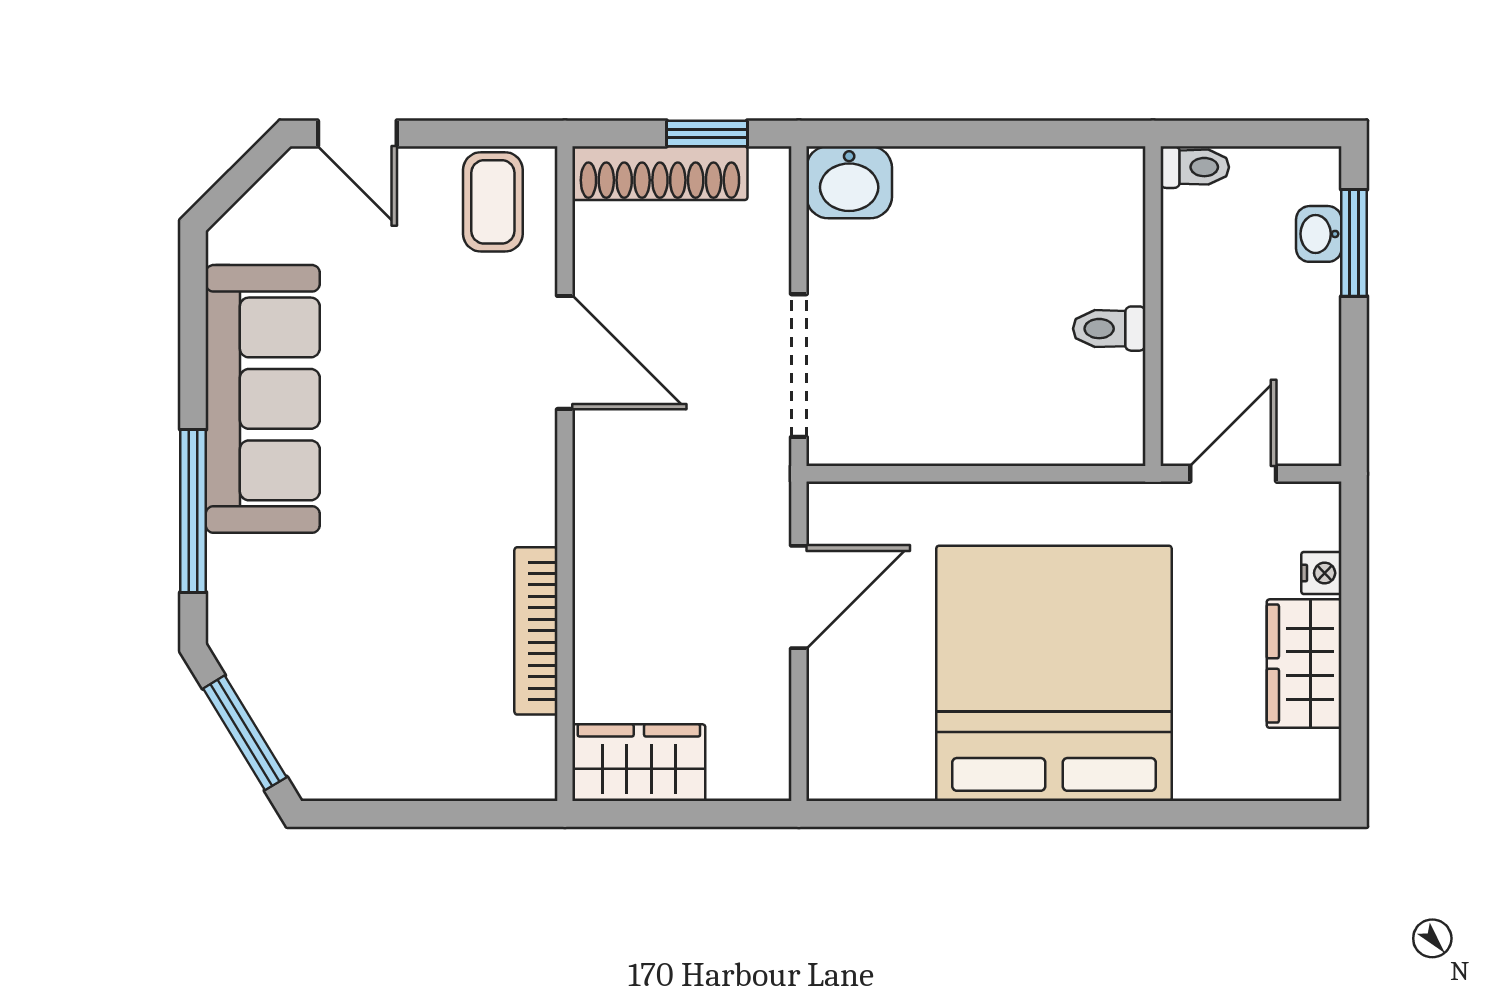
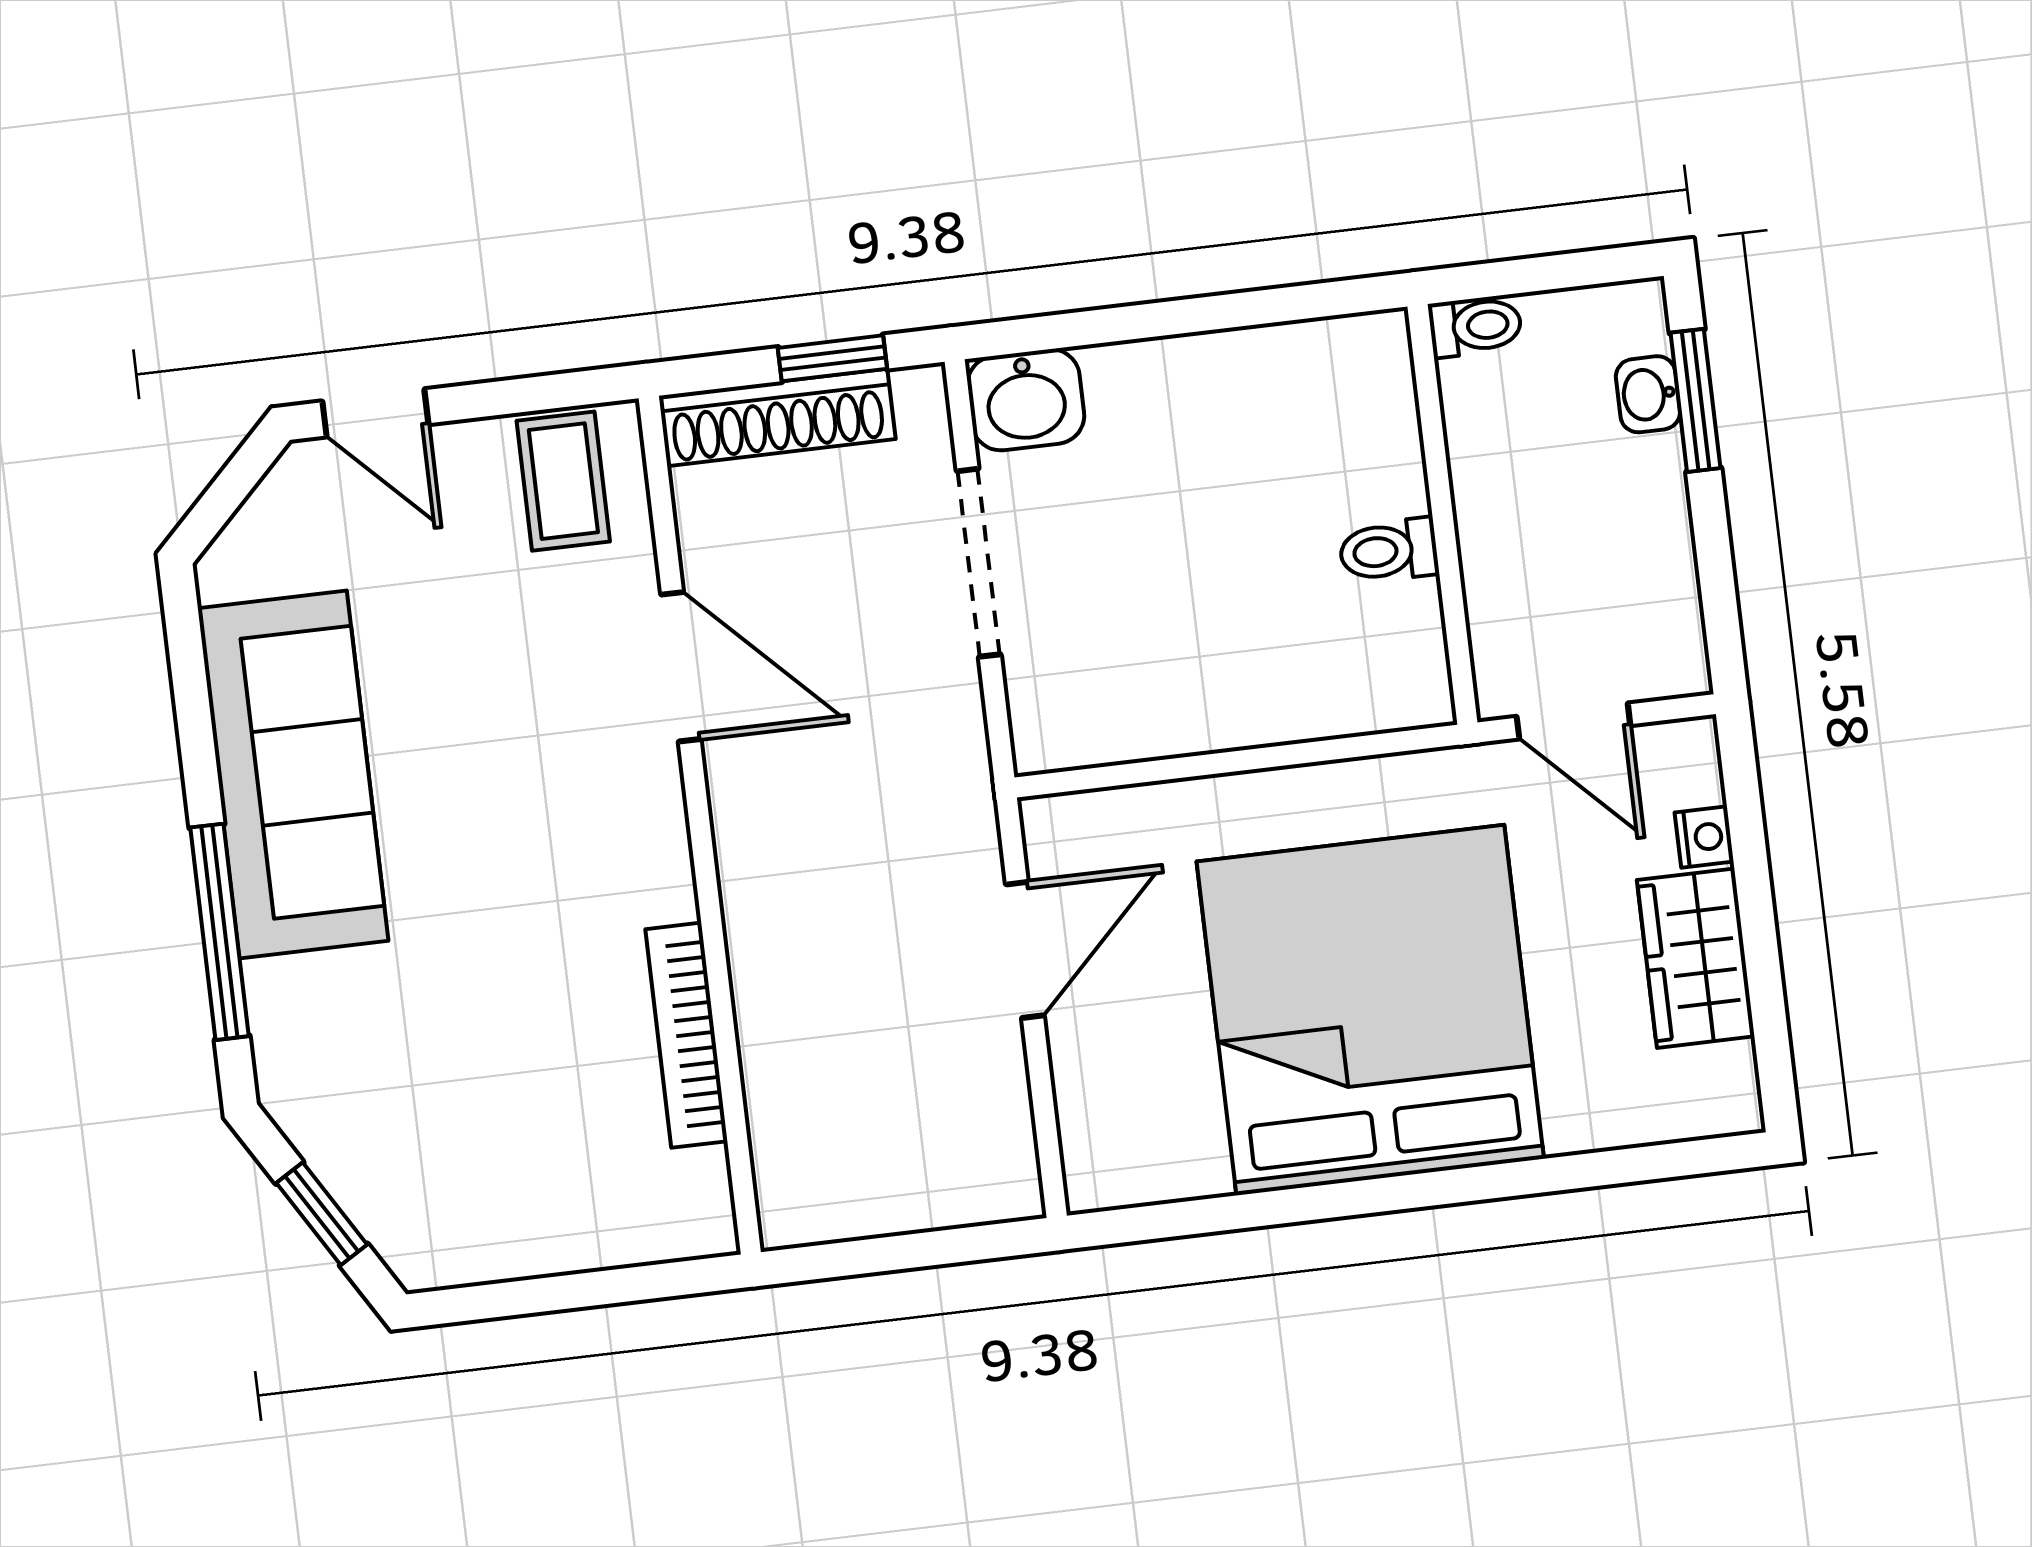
doorway: (799, 366) -> (979, 563), moved
door: (1233, 474) -> (1573, 721), swing flipped
window: (245, 733) -> (322, 1214), width x0.67
wardrobe: (639, 763) -> (842, 1192), removed

